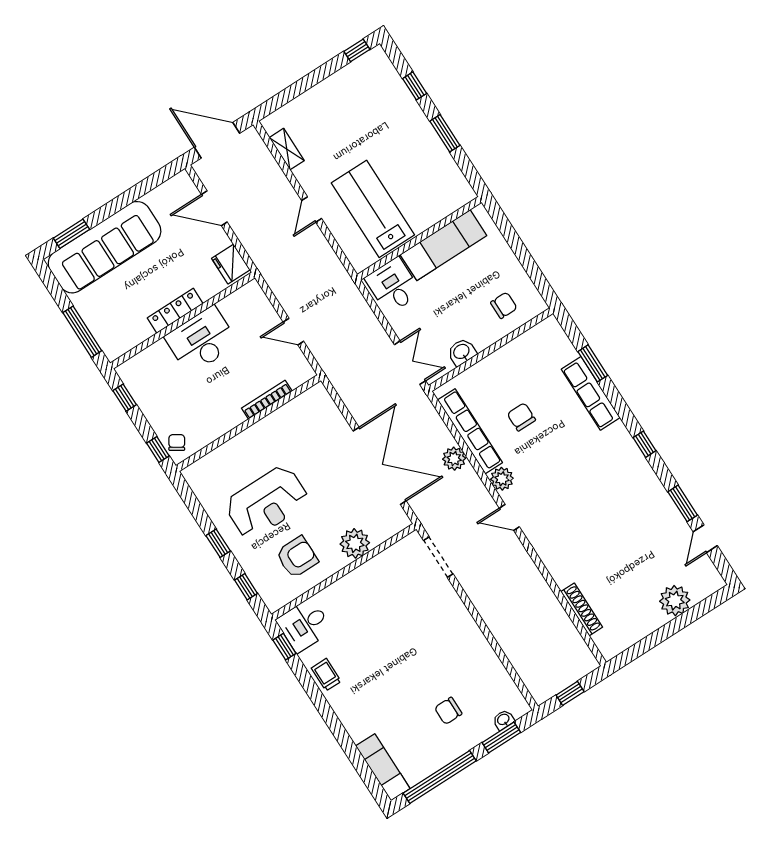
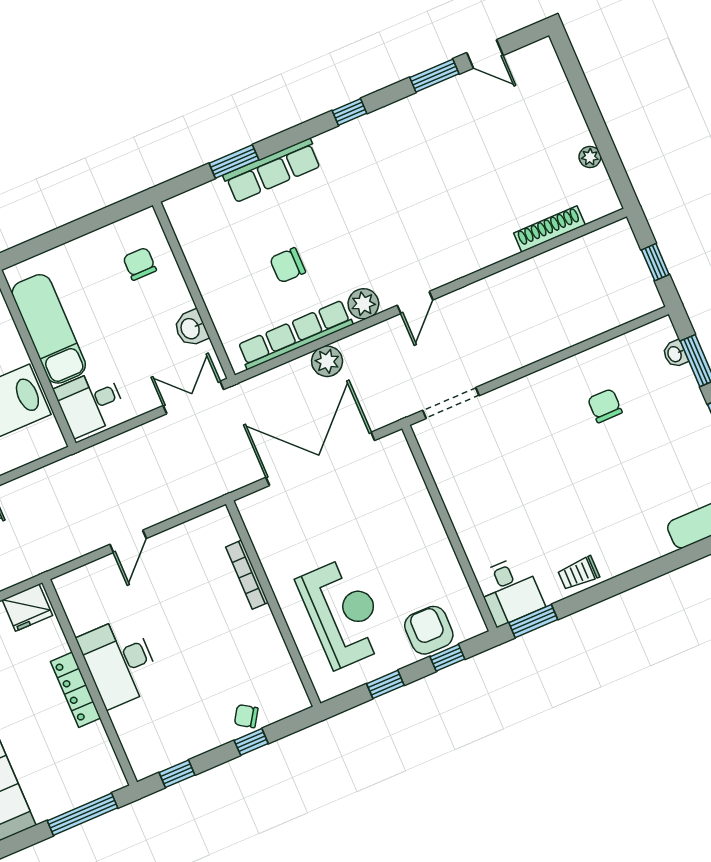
bookcase: (267, 400) -> (247, 575), moved
wall: (248, 423) -> (273, 604), moved
plant: (355, 543) -> (415, 508), removed
armchair: (297, 557) -> (429, 630), moved
plant: (675, 601) -> (590, 157), moved, width x0.53, depth x0.53
window: (284, 647) -> (533, 621), width x1.50
chair: (448, 711) -> (605, 406), moved, turned 180

